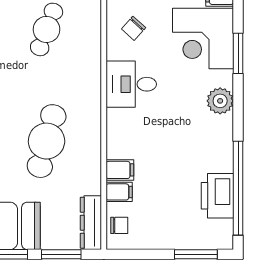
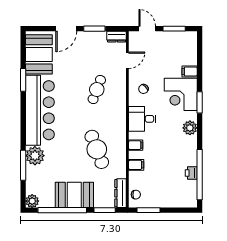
cafe table: (47, 141) -> (97, 149), turned -36
filing cabinet: (119, 192) -> (136, 145), moved
printer: (217, 196) -> (191, 173), width x0.53, depth x0.68
window: (196, 254) -> (148, 210), moved

